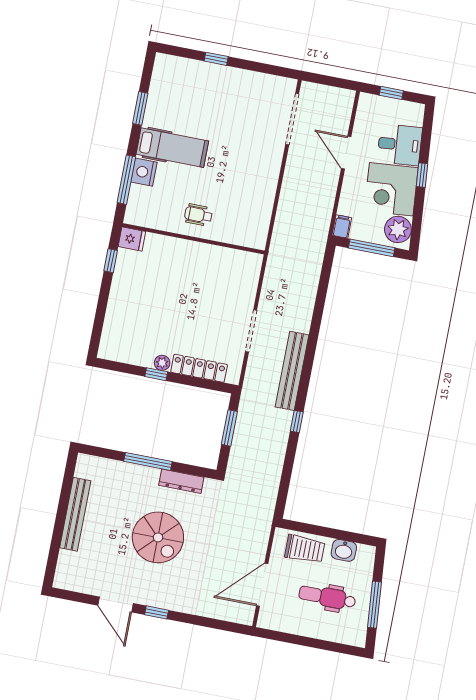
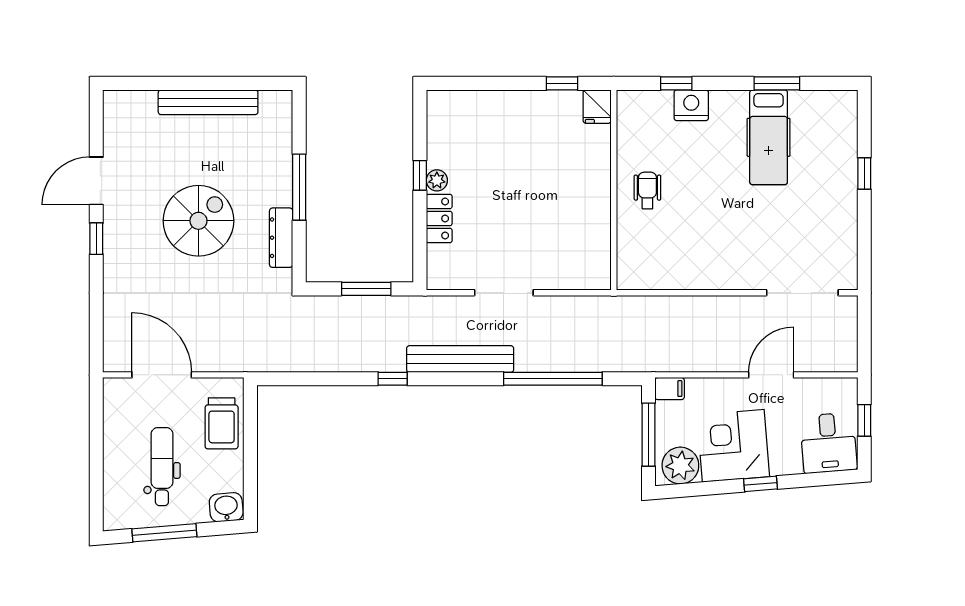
desk: (400, 145) -> (828, 443), moved
hospital bed: (172, 148) -> (769, 137), moved
window: (126, 180) -> (676, 83), width x0.46
window: (319, 308) -> (553, 379), added
locker: (199, 368) -> (439, 218), width x0.66
spiral stairs: (158, 537) -> (198, 221), turned 180
washbasin: (344, 550) -> (226, 507), moved, turned 85

